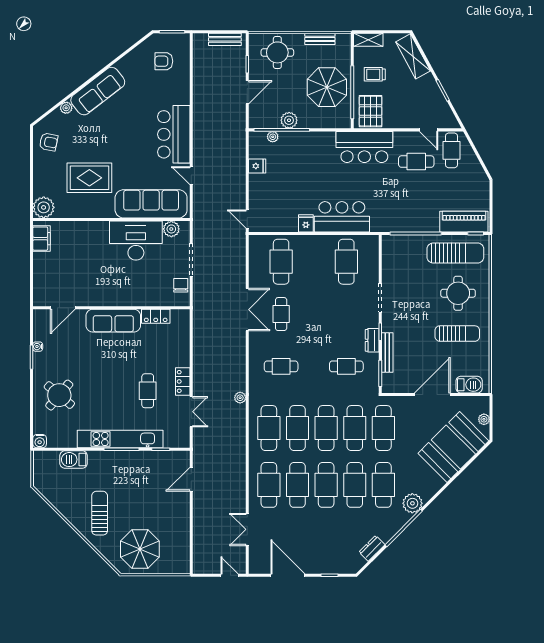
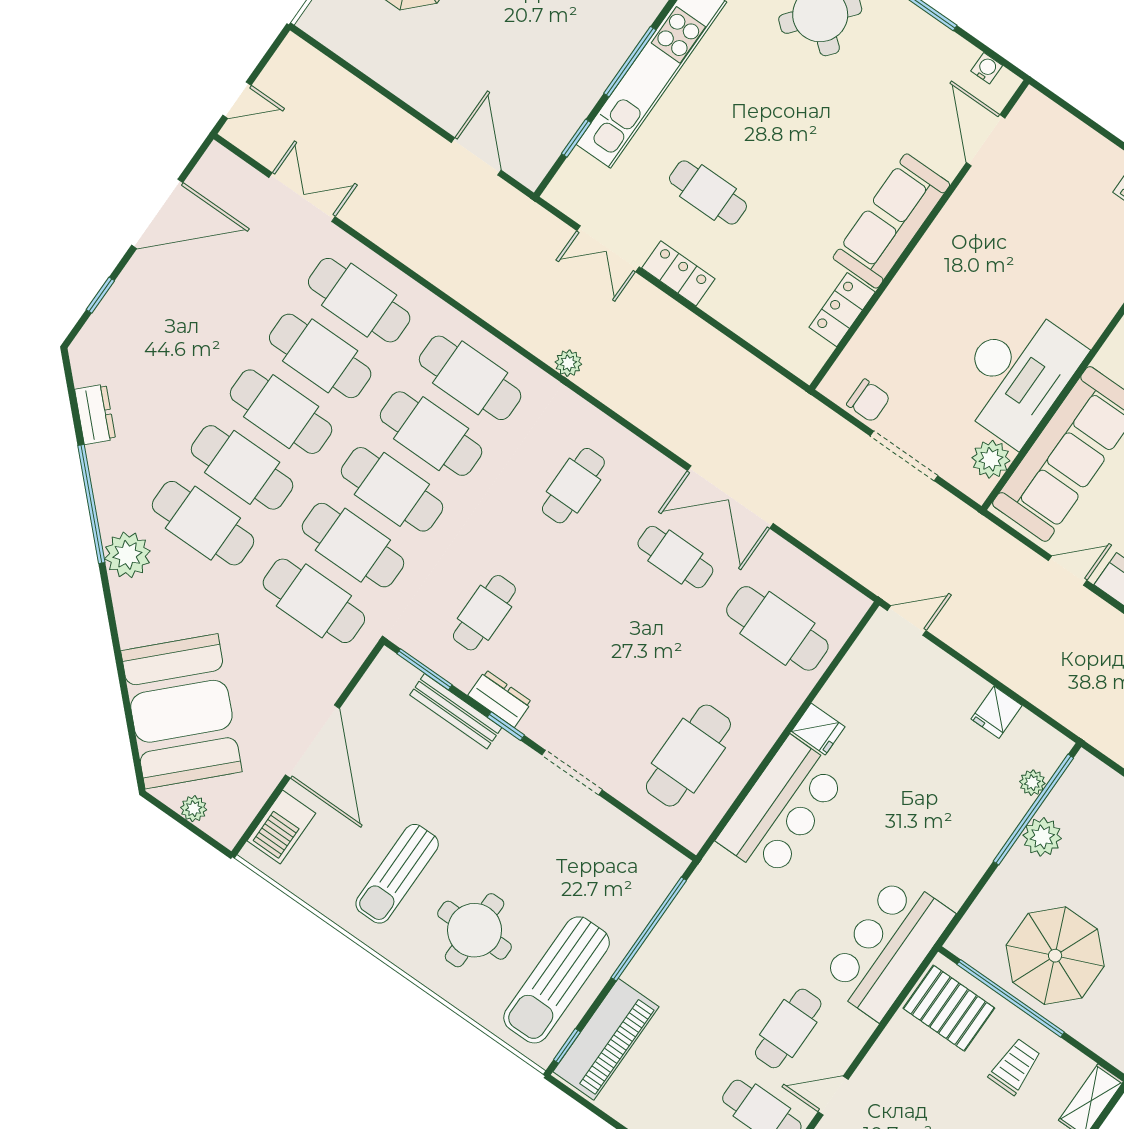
cafe table: (346, 262) -> (688, 756), turned 90
water cooler: (38, 347) -> (987, 68), moved

